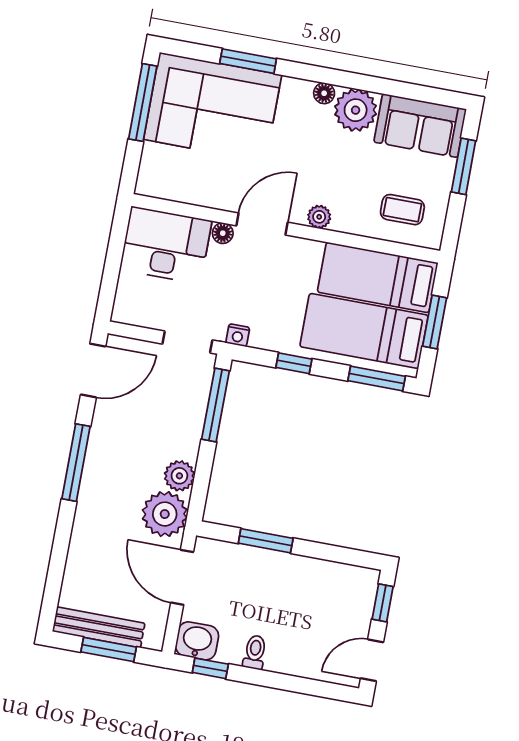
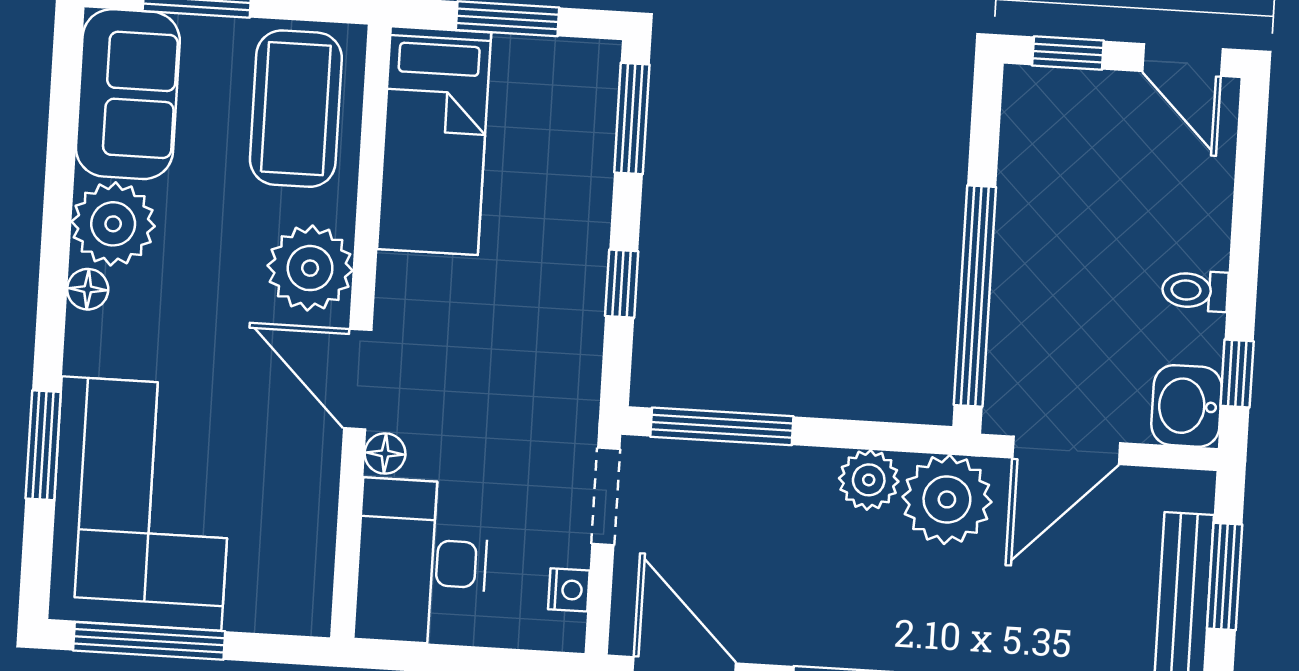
coffee table: (402, 210) -> (296, 109), width x1.86, depth x1.72
plant: (319, 217) -> (310, 268), width x1.87, depth x1.87
bed: (364, 331) -> (542, 155), removed
nightstand: (238, 335) -> (569, 590), moved
window: (266, 541) -> (975, 296), width x2.11

